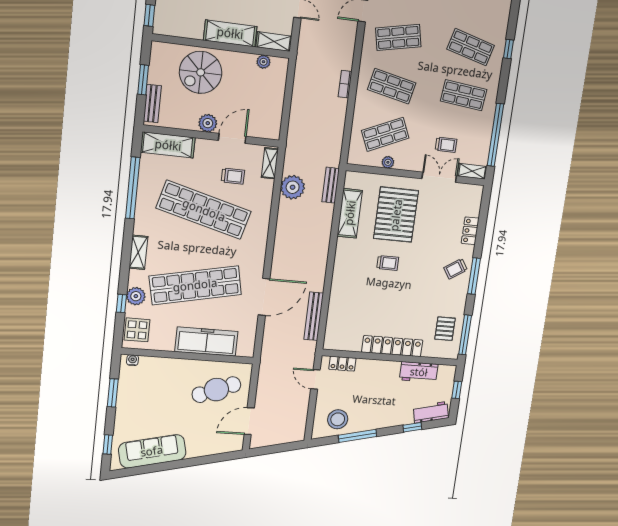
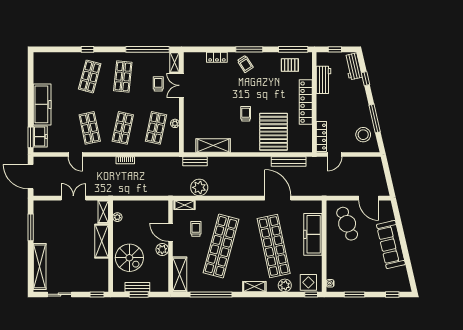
bench: (152, 103) -> (137, 287), moved
shop shelf: (385, 134) -> (156, 128), turned 36
pallet: (396, 215) -> (274, 132), moved, turned 90
window: (121, 303) -> (311, 294), moved
locker: (342, 364) -> (321, 137), width x1.53
sofa: (152, 451) -> (391, 244), moved

